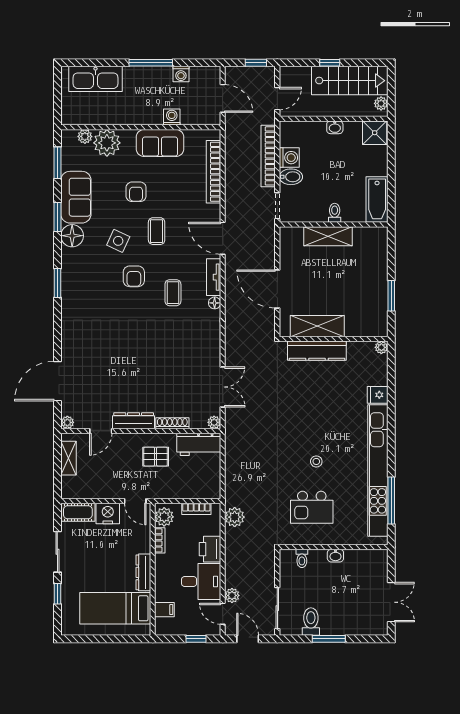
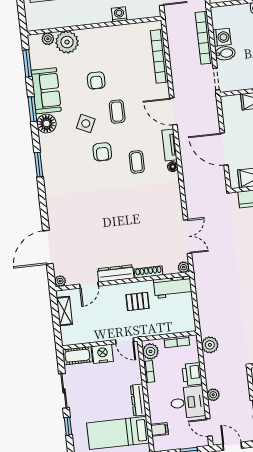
sofa: (160, 143) -> (112, 37), removed
plant: (232, 595) -> (213, 395), moved

